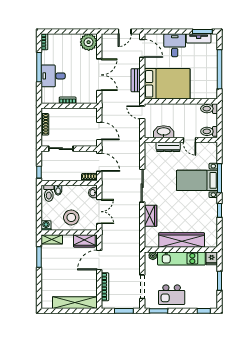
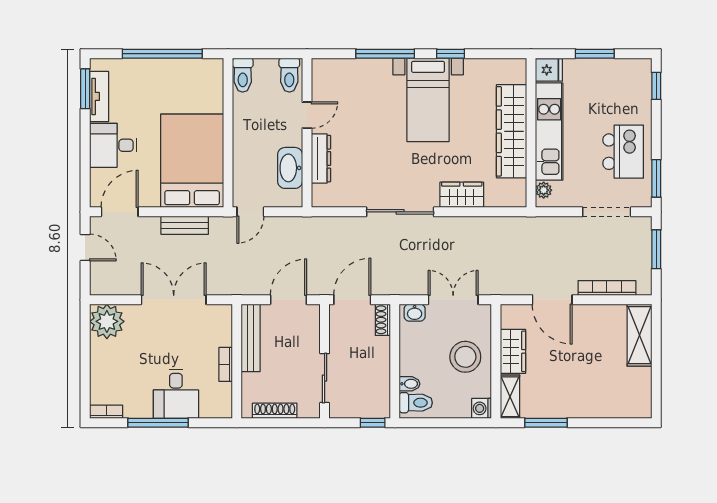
bench: (80, 112) -> (251, 338), added
bed with nightstands: (197, 180) -> (428, 100), moved
wardrobe: (84, 241) -> (513, 351), moved
shelving: (75, 303) -> (639, 335), width x0.68

